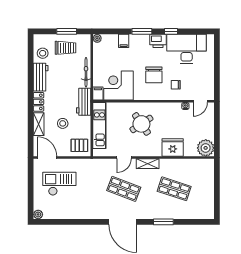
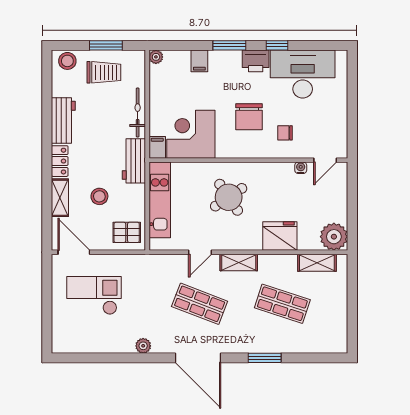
stool: (43, 53) -> (67, 61), moved
shelving: (195, 164) -> (317, 263), added
plant: (38, 214) -> (143, 346), moved

